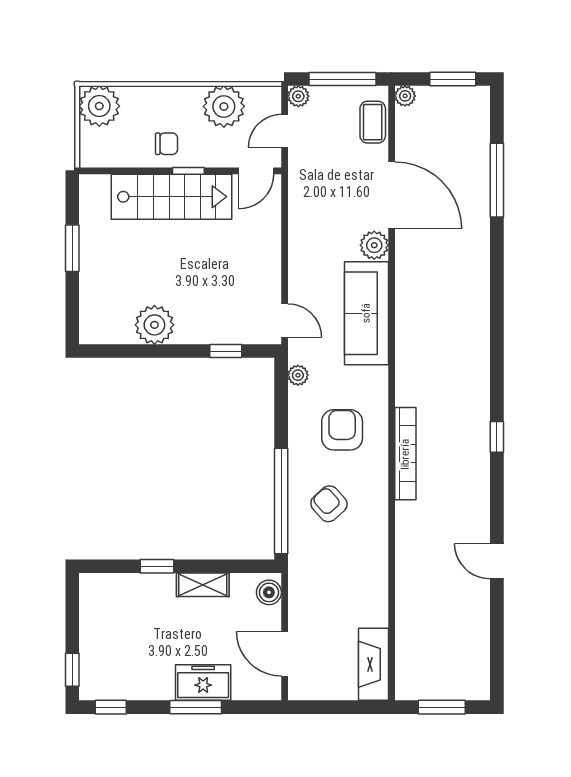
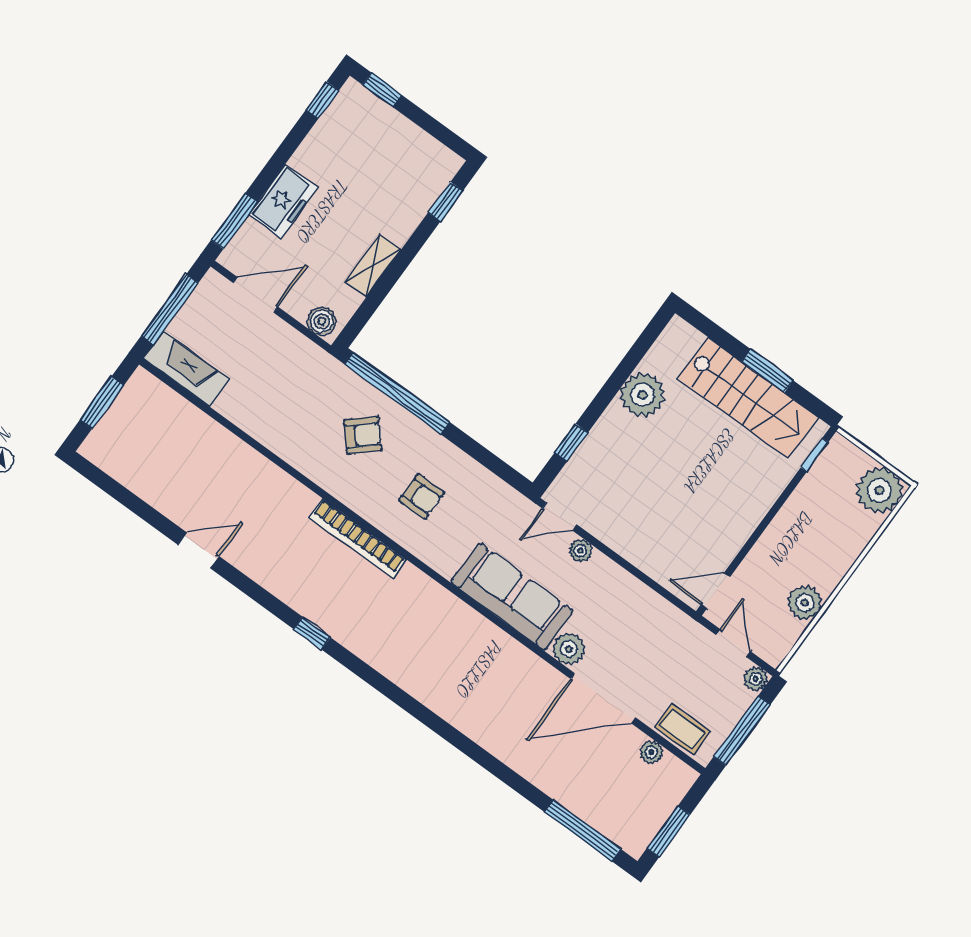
plant: (405, 96) -> (651, 752), moved
plant: (224, 106) -> (805, 603), width x0.73, depth x0.73
chair: (166, 144) -> (800, 527), removed
window: (188, 171) -> (815, 455), moved
door: (256, 171) -> (716, 591), hinge flipped
window: (497, 180) -> (583, 831), moved
stairs: (171, 197) -> (748, 398), moved, turned -90
plant: (298, 375) -> (581, 551), moved
armchair: (342, 430) -> (422, 496), width x0.72, depth x0.72
window: (157, 566) -> (446, 202), moved
window: (196, 707) -> (234, 221), moved
window: (340, 707) -> (170, 309), added

